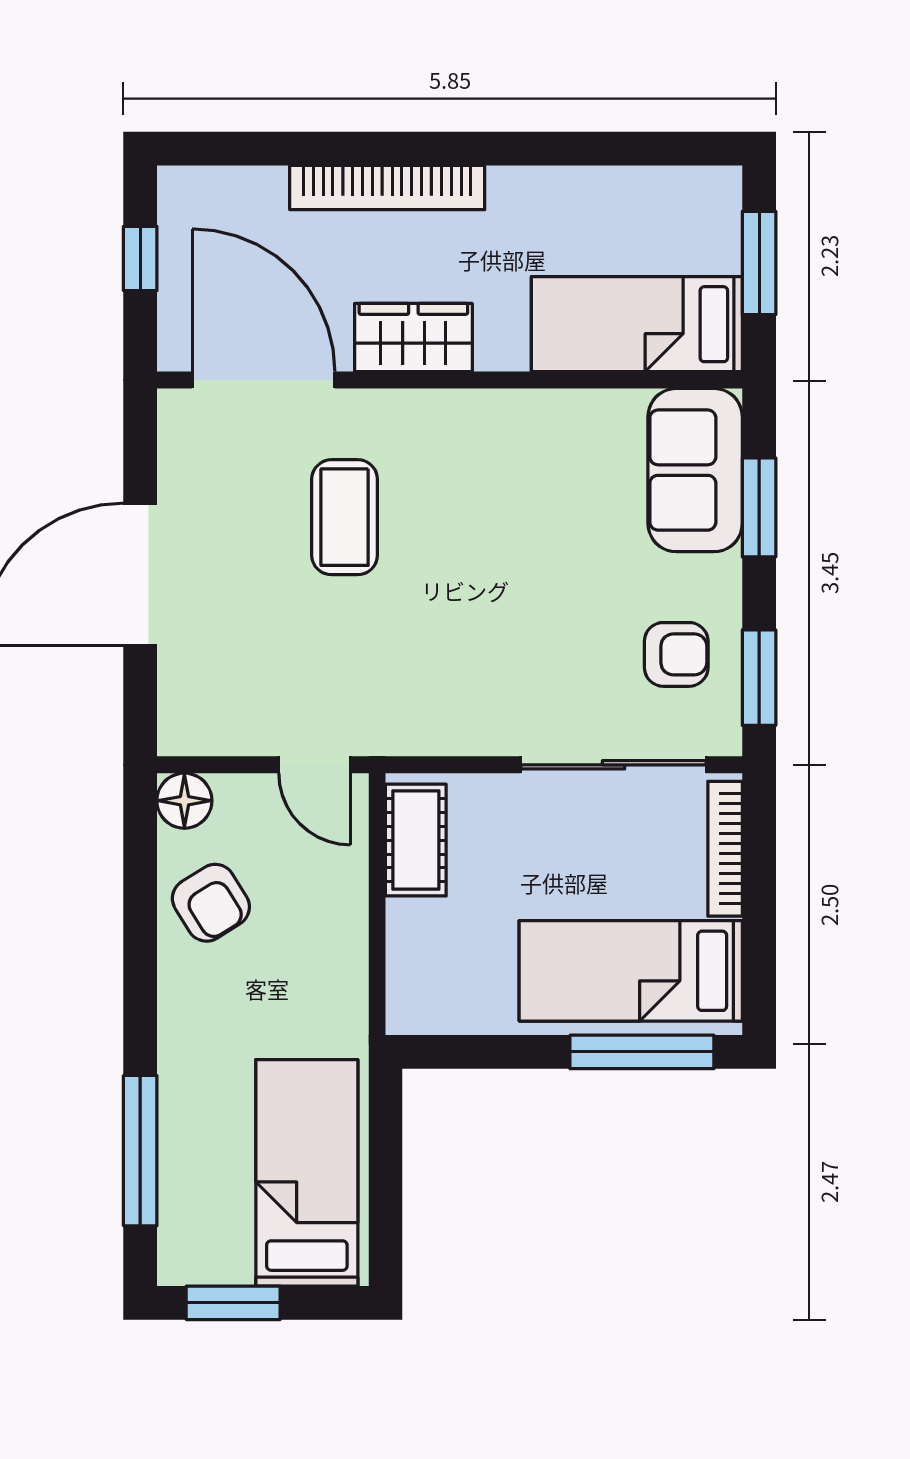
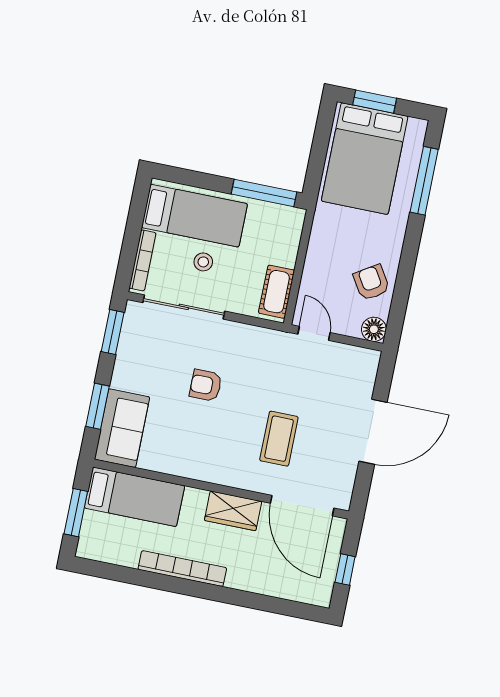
bookcase: (387, 188) -> (182, 569), moved
armchair: (676, 654) -> (206, 385), moved
stool: (591, 873) -> (203, 262), added
window: (642, 1052) -> (264, 193), moved
bed: (307, 1173) -> (365, 159), width x1.50
window: (233, 1303) -> (375, 102), moved

